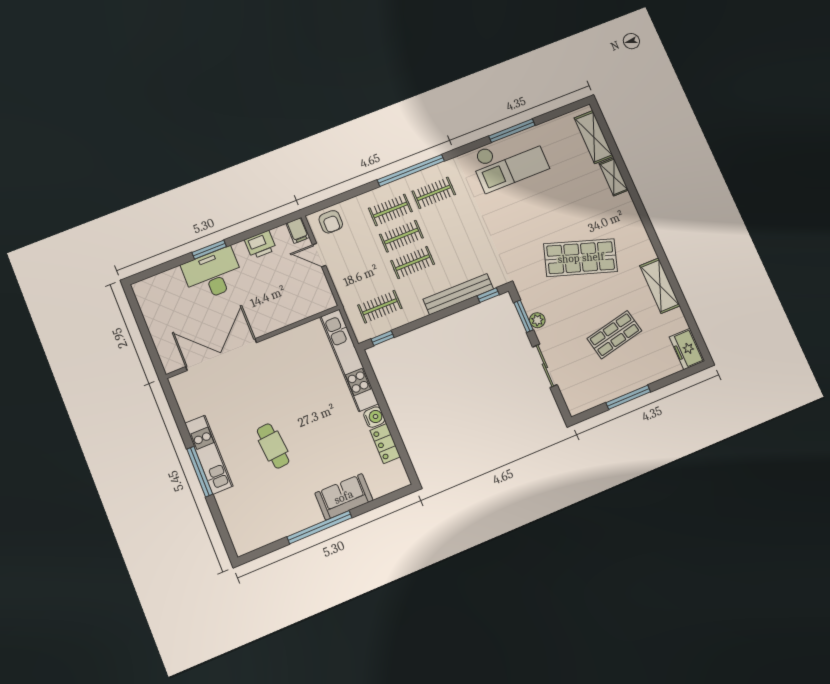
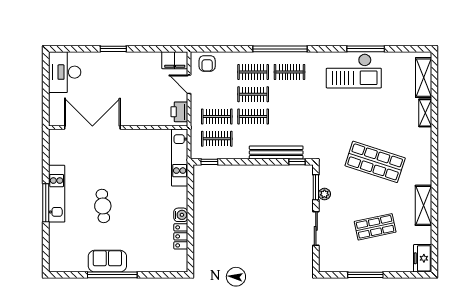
filing cabinet: (298, 230) -> (175, 60), width x2.00
printer: (261, 245) -> (179, 112), moved, turned 90
desk: (213, 274) -> (65, 72), moved, turned -90
clothes rail: (369, 280) -> (217, 117), added
kitchen unit: (349, 360) -> (180, 157), width x0.73
sofa: (344, 497) -> (107, 261), moved

